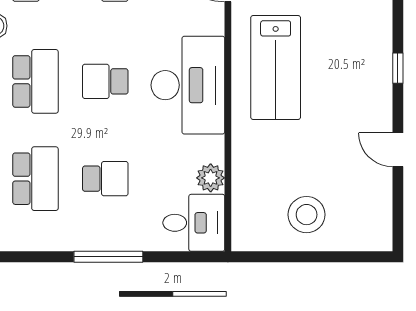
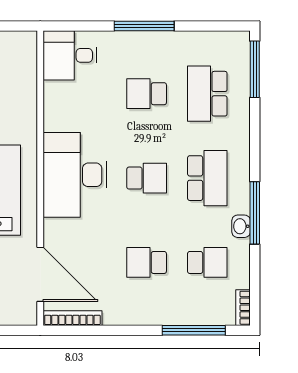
school desk: (35, 81) -> (207, 178), turned 180
plant: (211, 178) -> (55, 94), removed

